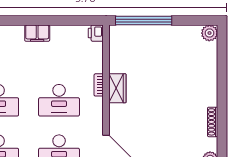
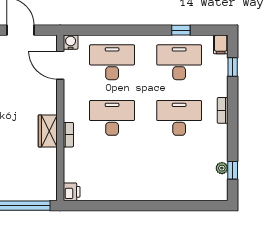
filing cabinet: (37, 33) -> (136, 192), removed

